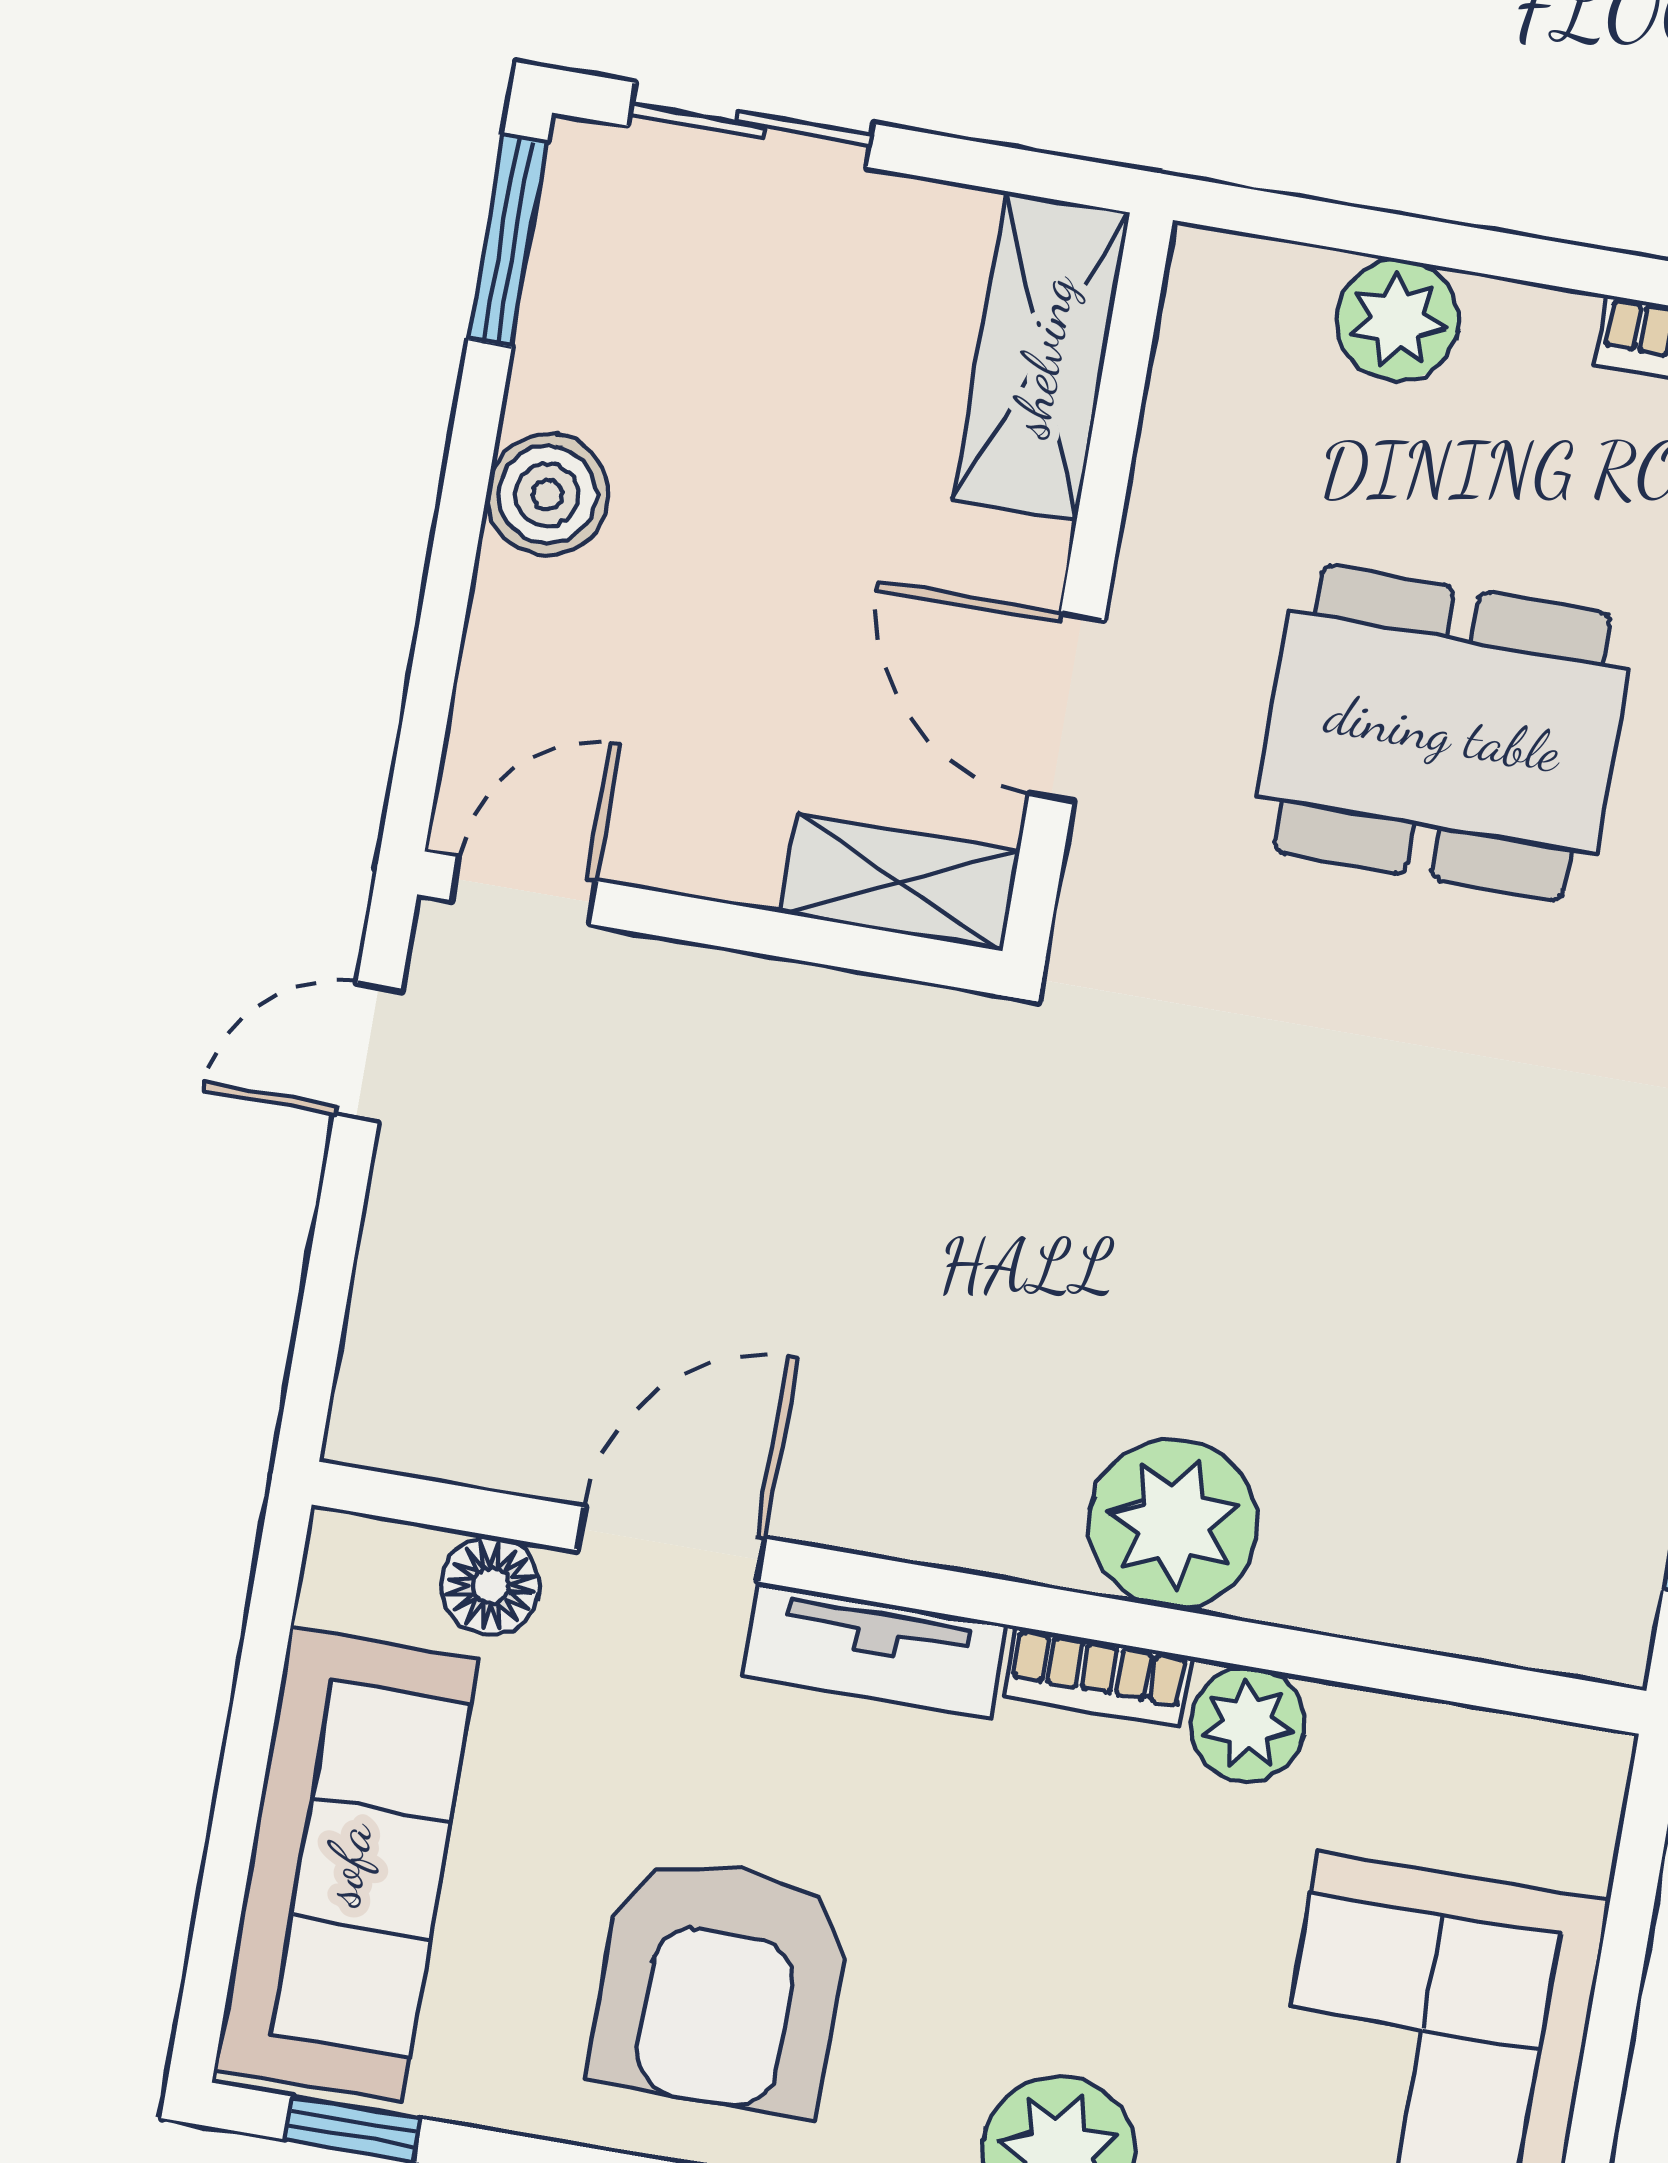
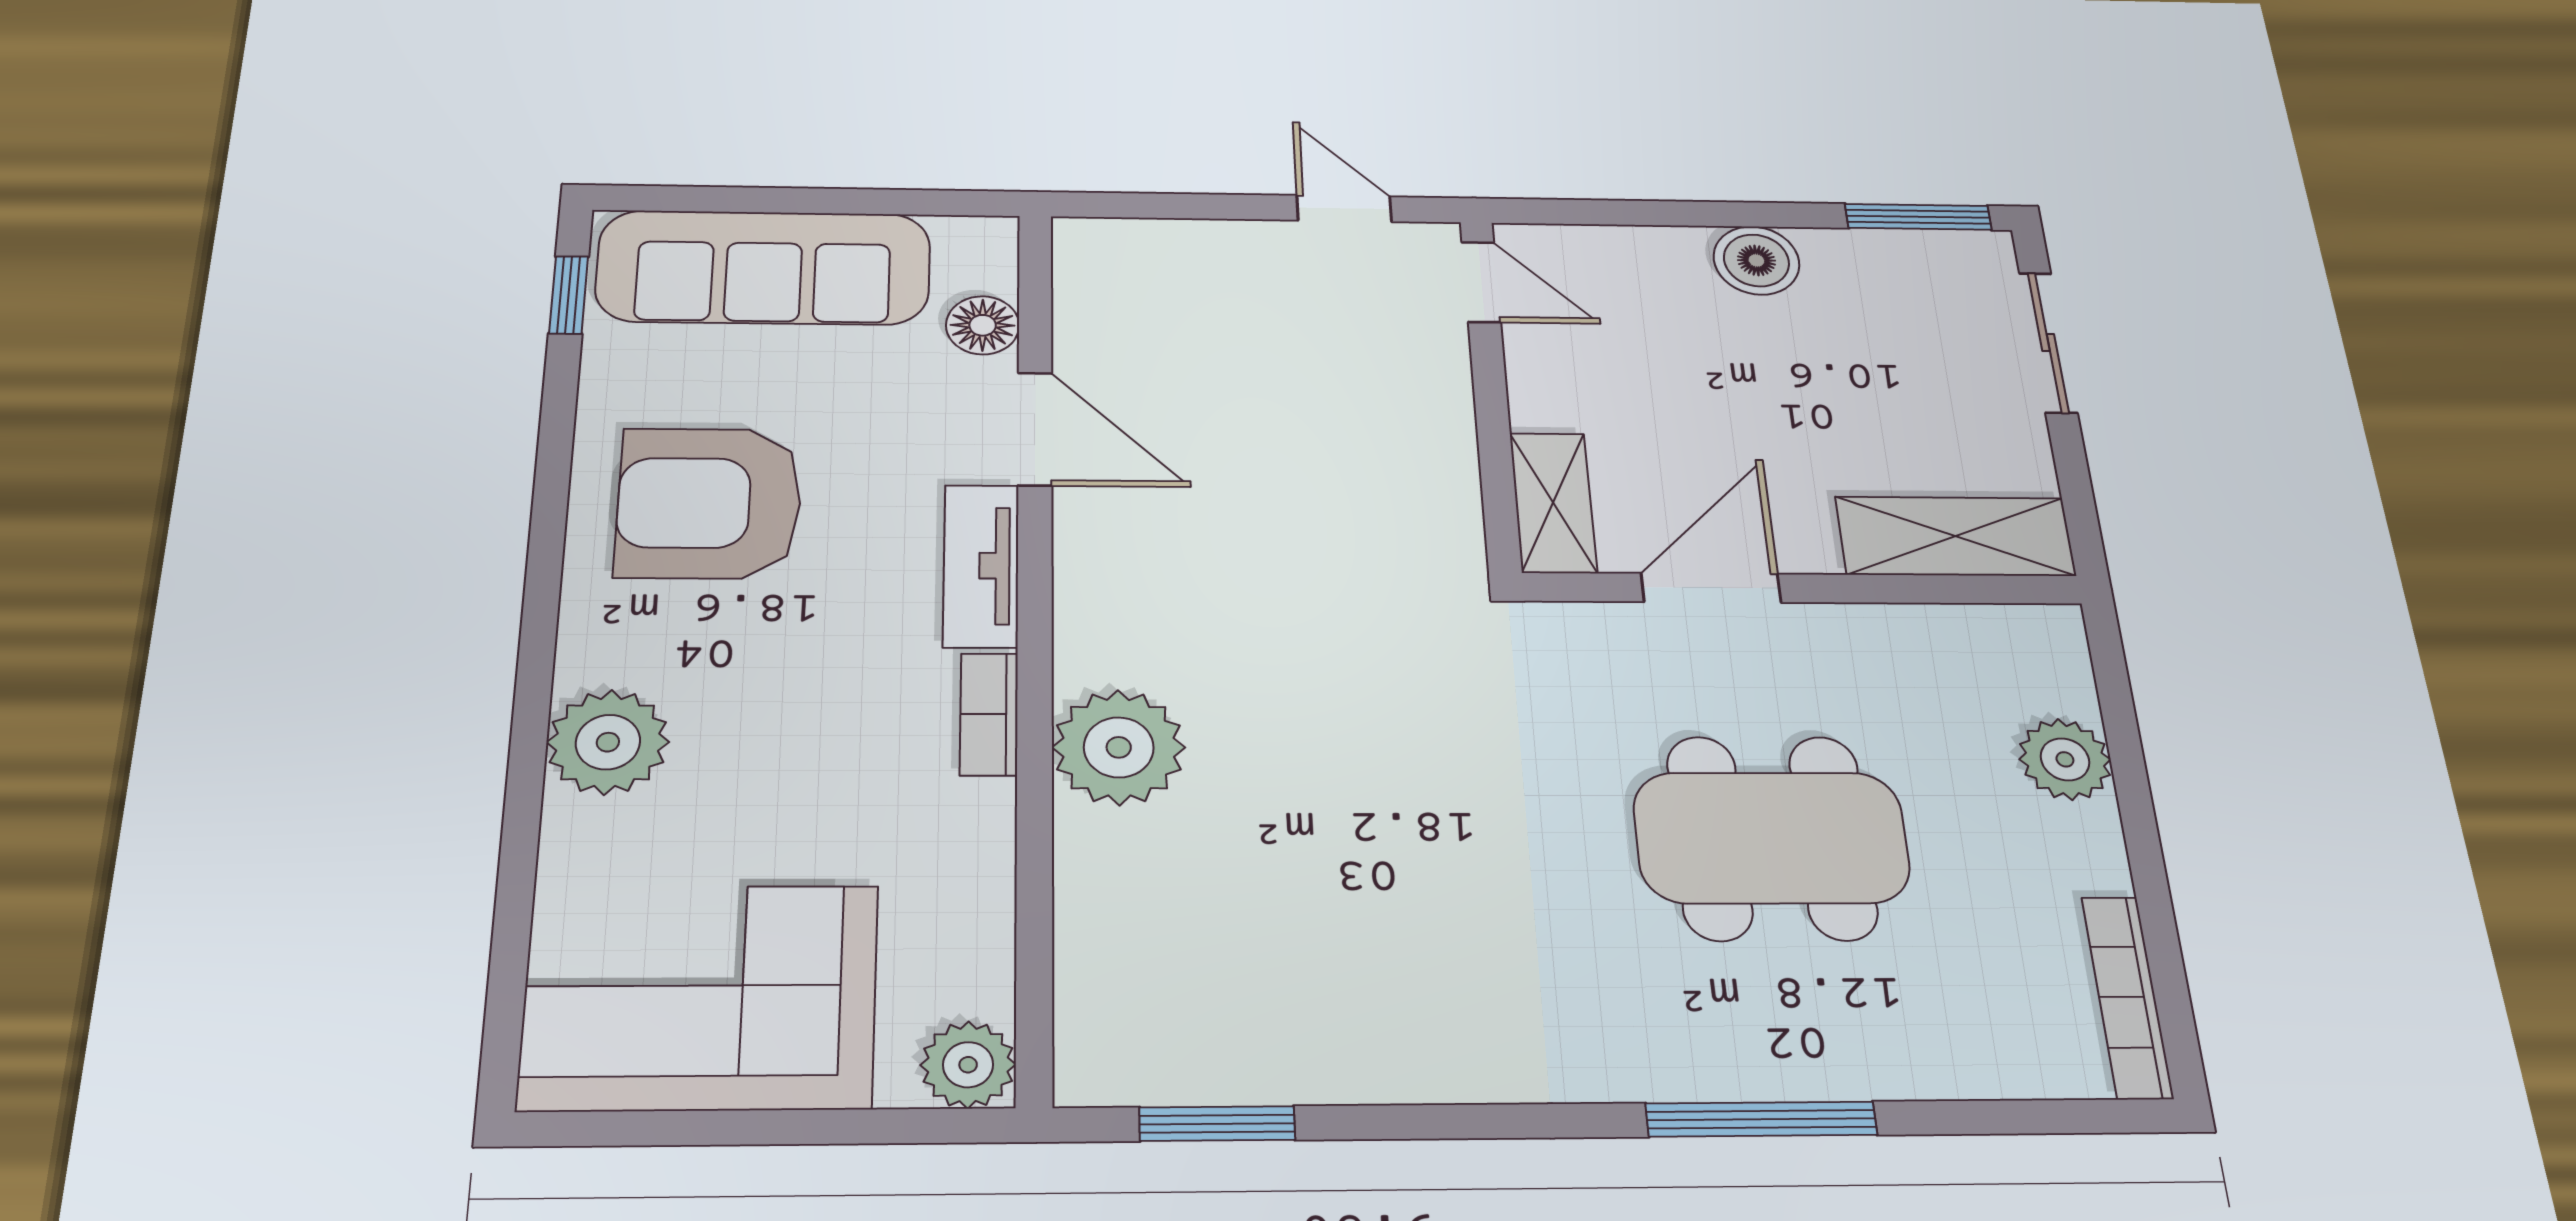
dining table: (1443, 733) -> (1771, 838), turned 90
plant: (1248, 1724) -> (968, 1065), moved

